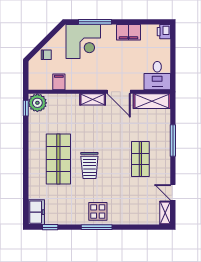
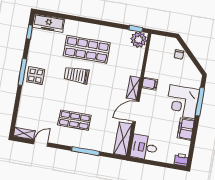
corner desk: (83, 41) -> (182, 102), moved
filing cabinet: (59, 82) -> (150, 84), moved
freezer: (36, 212) -> (49, 23), width x1.40

